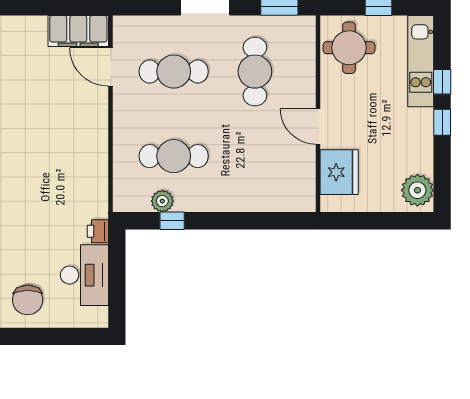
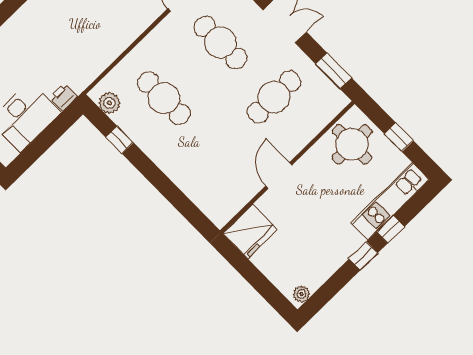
fridge: (339, 172) -> (250, 231), moved
plant: (417, 190) -> (301, 294), width x0.53, depth x0.53
plant: (162, 201) -> (109, 103), moved

